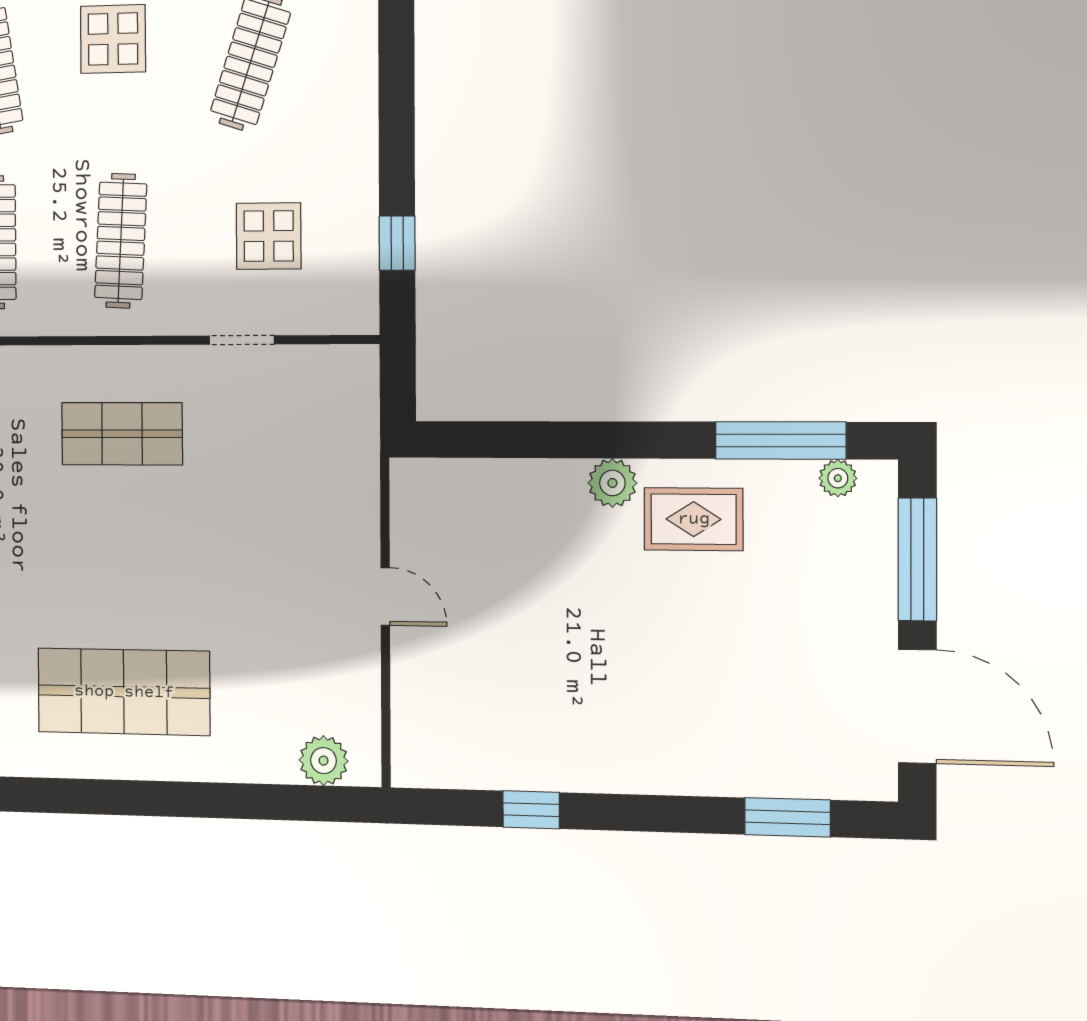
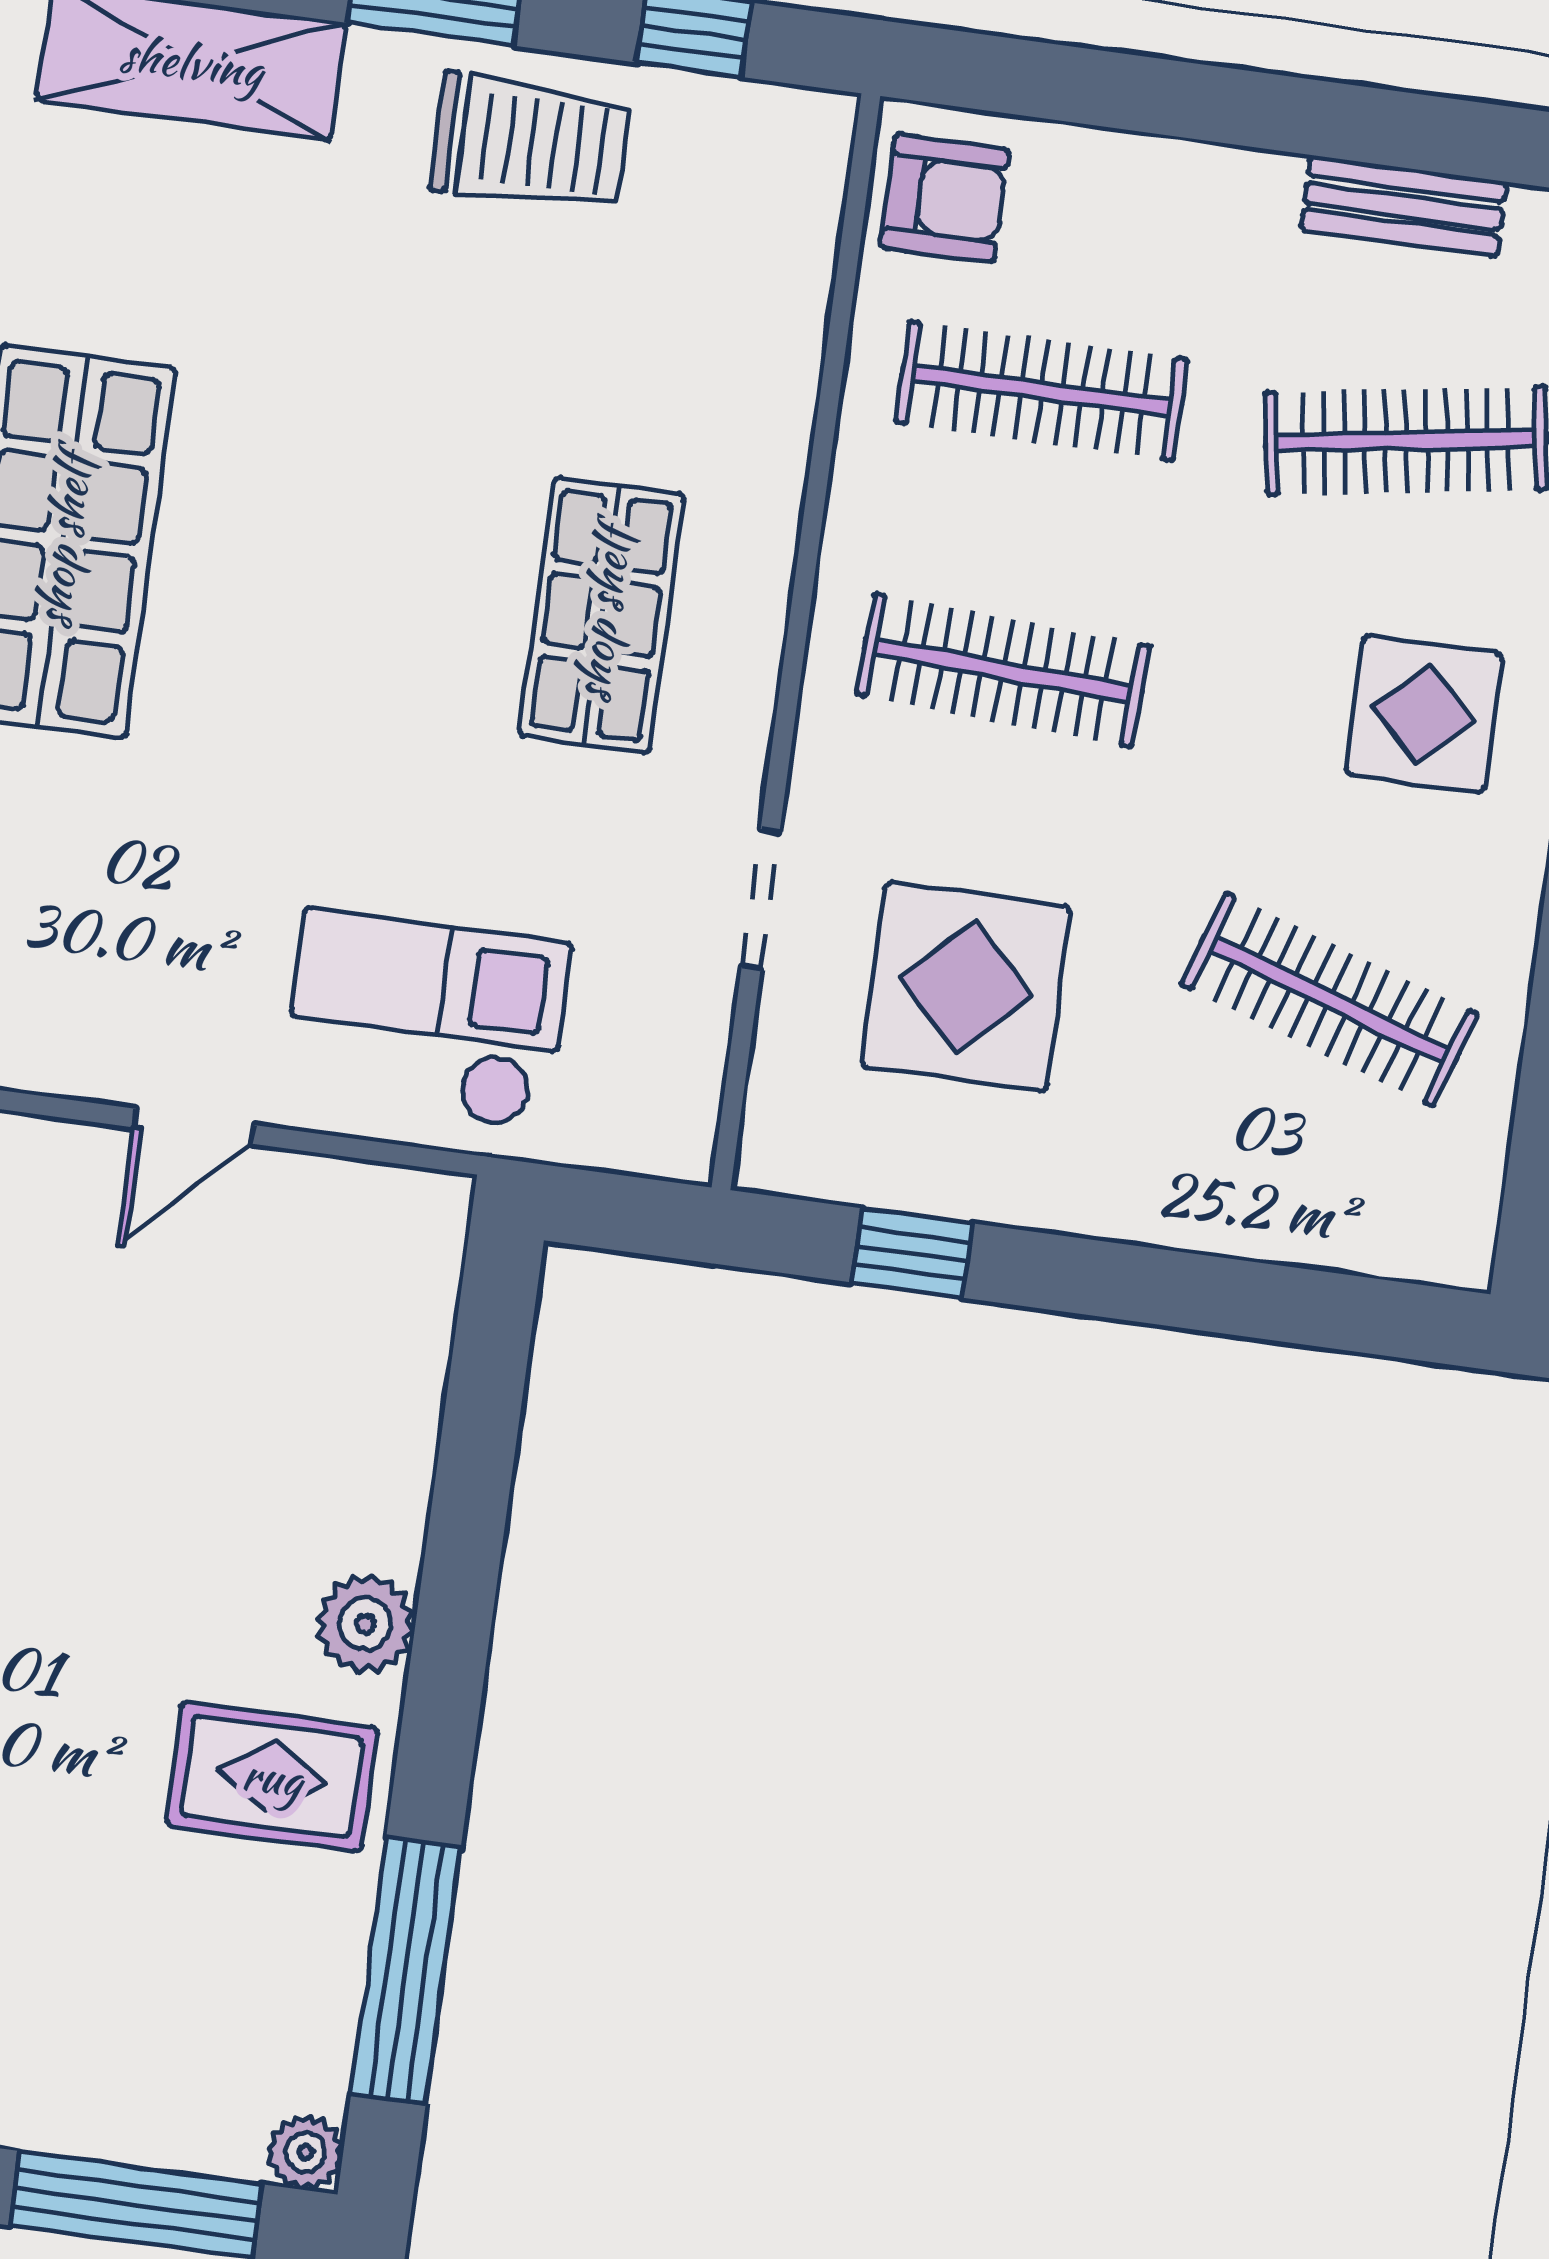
display table: (269, 236) -> (966, 987), width x1.36, depth x1.36
plant: (838, 478) -> (305, 2152), moved
checkout: (319, 492) -> (426, 1019), added
rug: (694, 519) -> (272, 1777), turned 90

